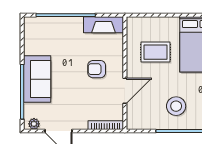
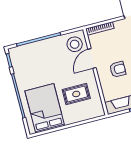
stool: (176, 106) -> (75, 44), moved

